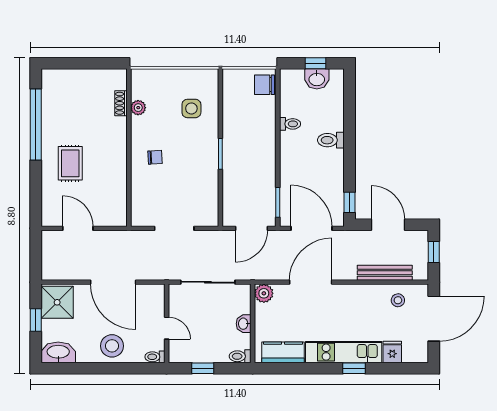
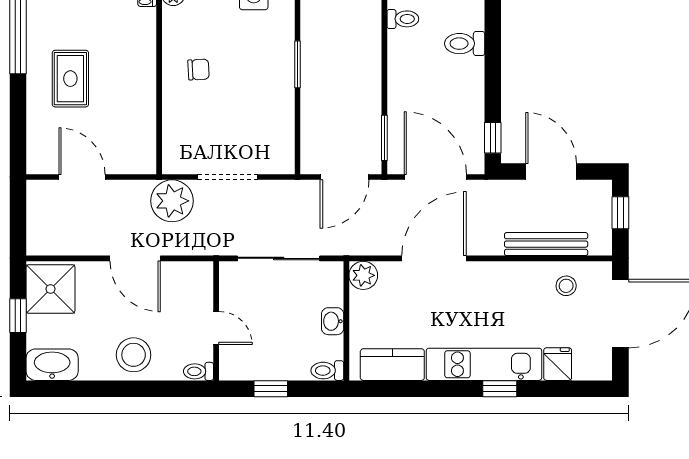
plant: (137, 244) -> (172, 201), added
door: (113, 282) -> (135, 258), width x0.73

